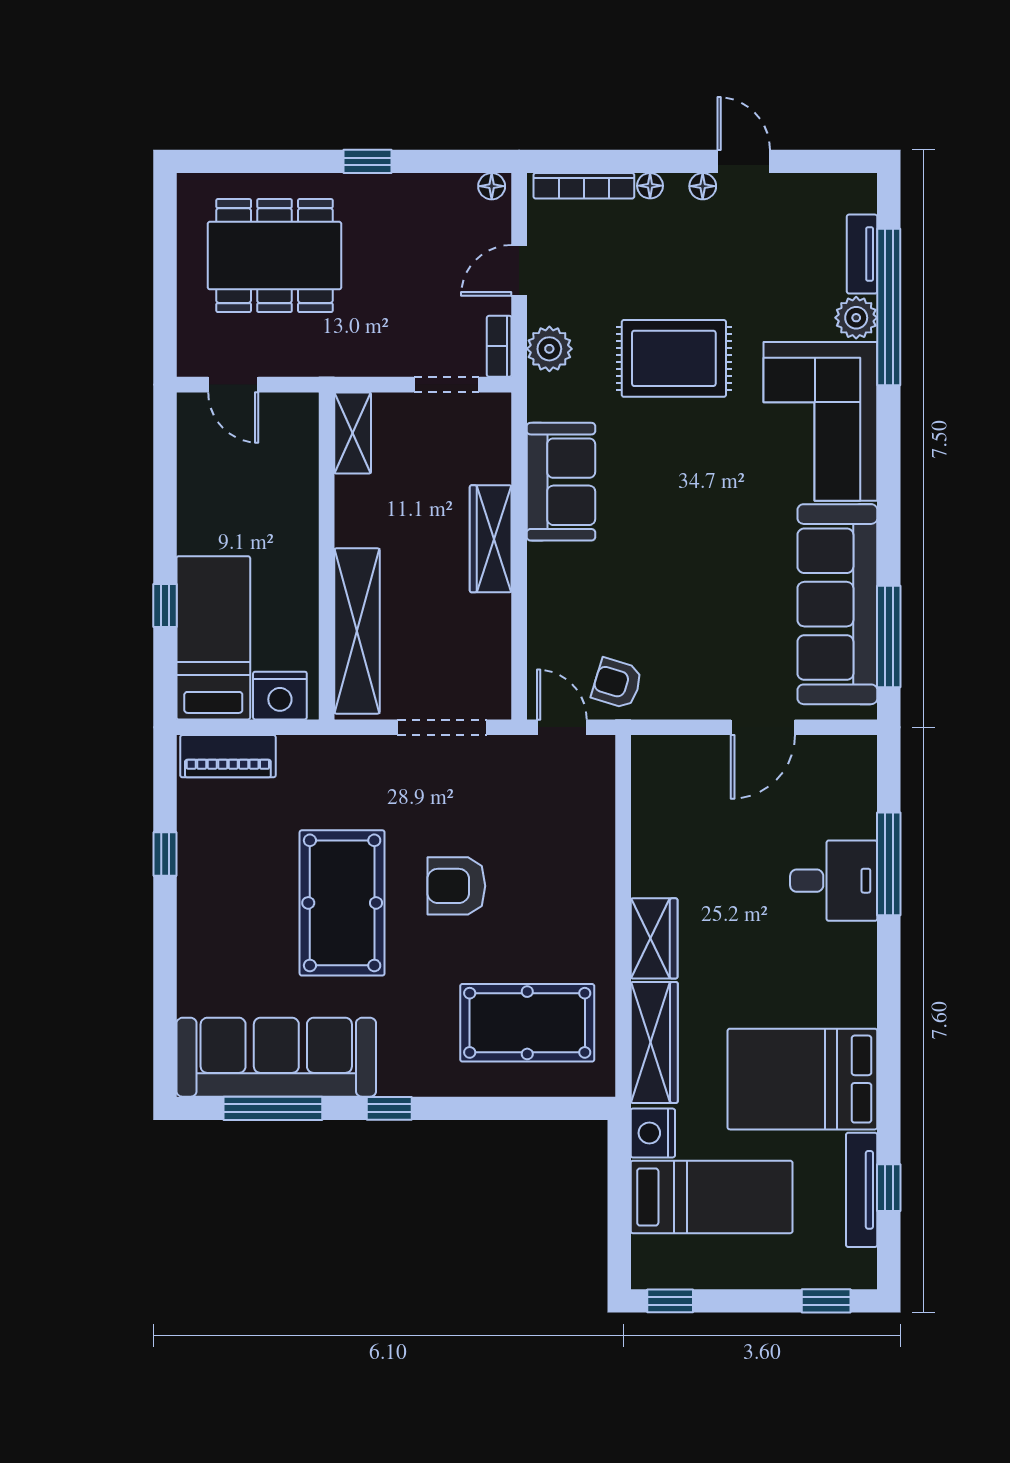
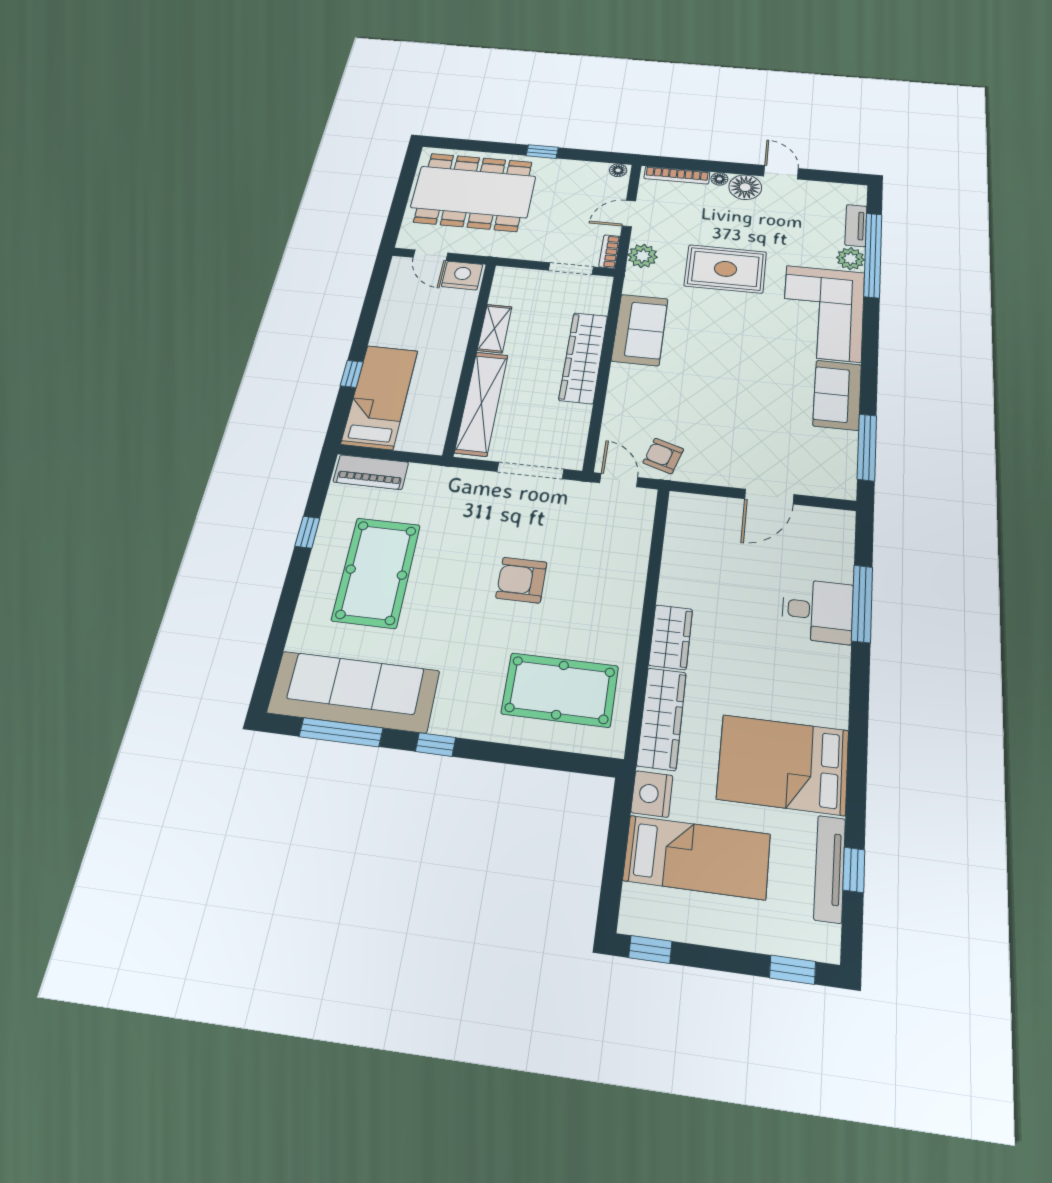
floor lamp: (703, 186) -> (745, 187), width x1.89, depth x1.89
dining table: (275, 256) -> (473, 192), width x1.36, depth x1.24
shelving: (353, 433) -> (495, 328), moved
wardrobe: (491, 539) -> (583, 358), width x1.40, depth x1.17
sofa: (837, 604) -> (837, 395), width x0.54, depth x0.79
nightstand: (280, 696) -> (462, 276), moved, turned 180
pool table: (342, 903) -> (376, 572), moved

